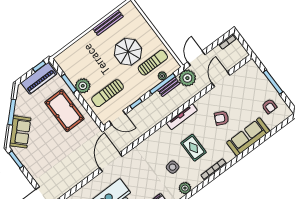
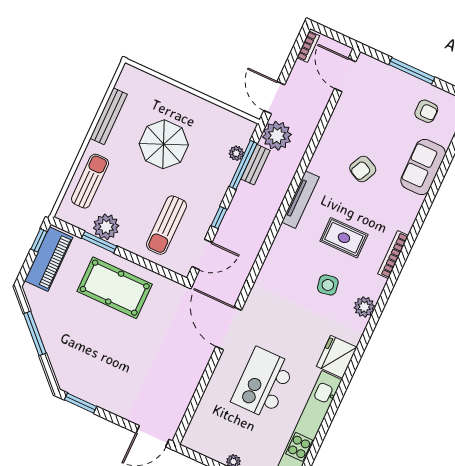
sun lounger: (153, 63) -> (90, 181), moved
door: (221, 79) -> (345, 75), moved
plant: (83, 86) -> (106, 227), moved
sofa: (20, 132) -> (64, 357), removed
sofa: (248, 137) -> (423, 167), width x0.73

